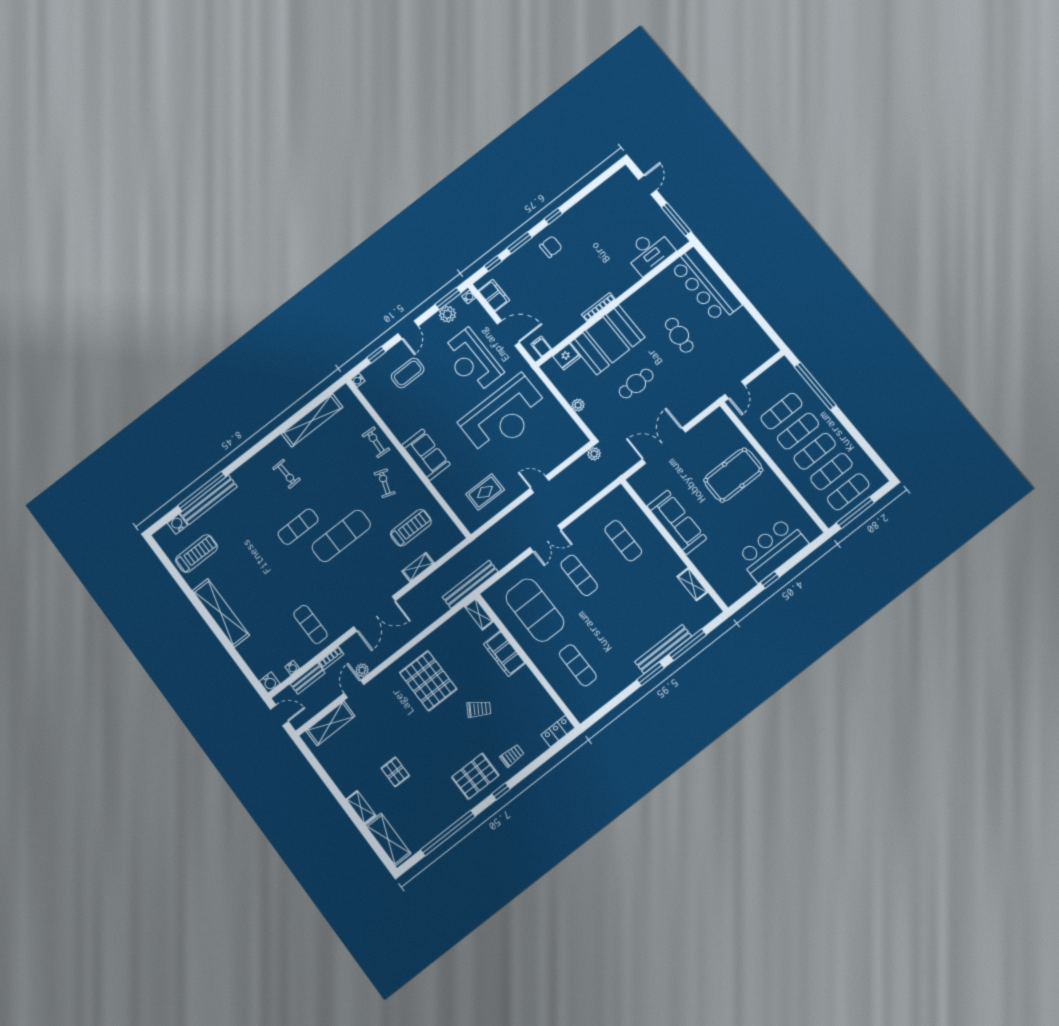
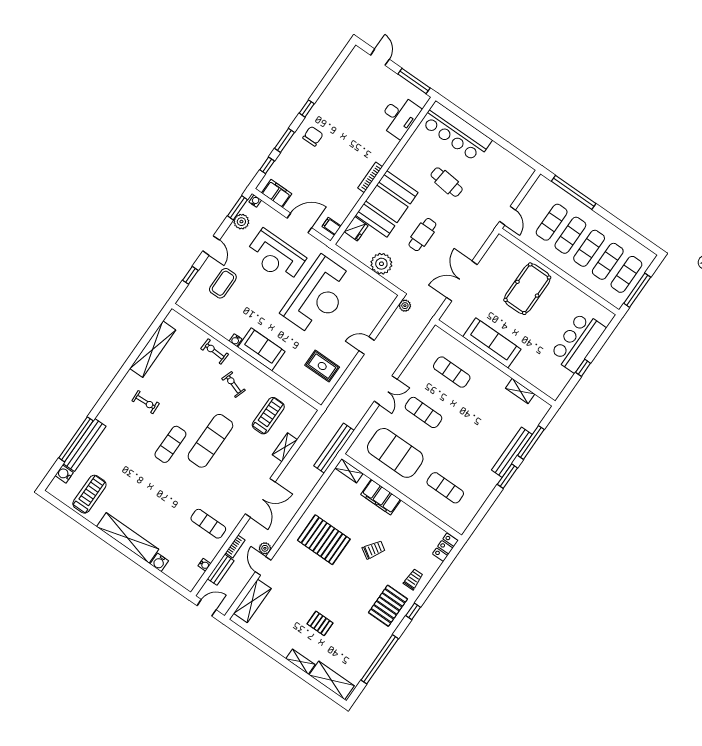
water cooler: (358, 380) -> (236, 340), moved
plant: (578, 405) -> (381, 264), width x1.87, depth x1.87
rug: (485, 492) -> (322, 366), turned 90
water cooler: (270, 683) -> (159, 562), moved, turned 90

